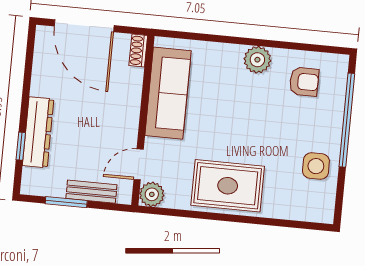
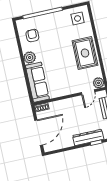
sofa: (168, 93) -> (37, 82), moved, turned 90
door: (139, 164) -> (88, 92), hinge flipped
side table: (316, 166) -> (78, 18), moved

